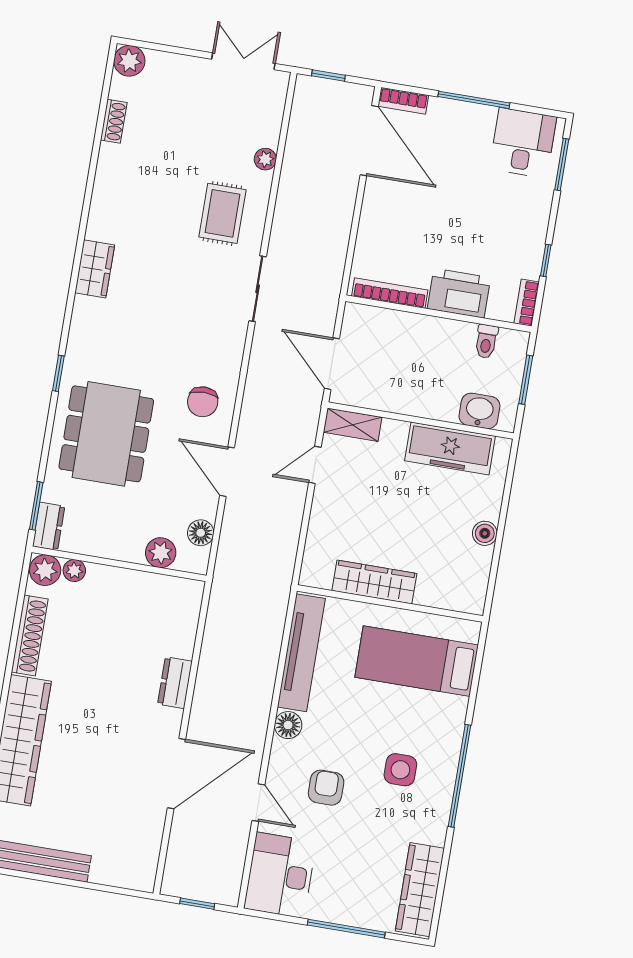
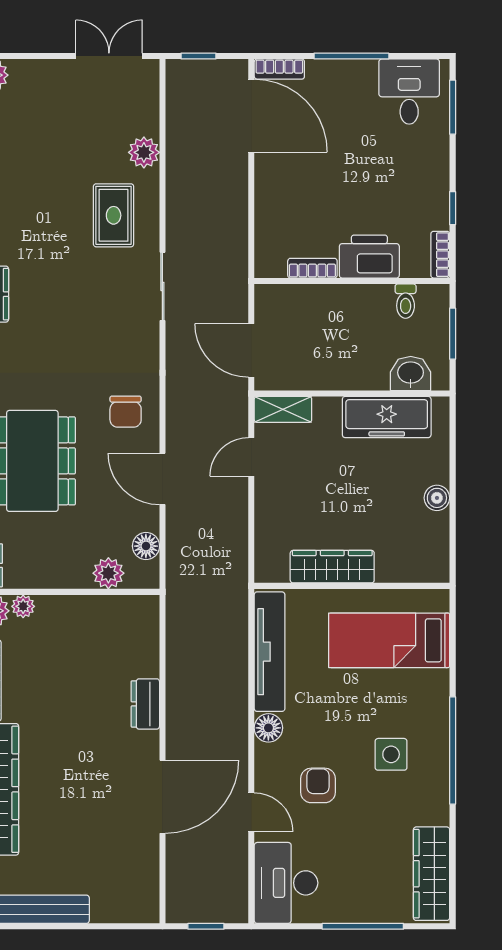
plant: (265, 159) -> (144, 152), width x1.38, depth x1.38
bookcase: (390, 293) -> (312, 268), width x0.64

